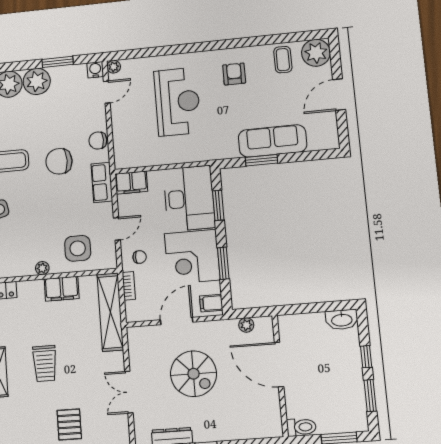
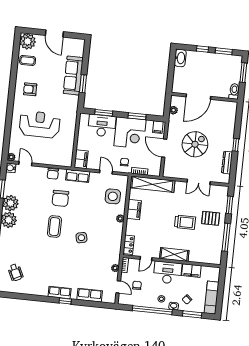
desk: (189, 198) -> (102, 126), width x0.73, depth x0.77
trolley: (45, 363) -> (185, 222), moved

